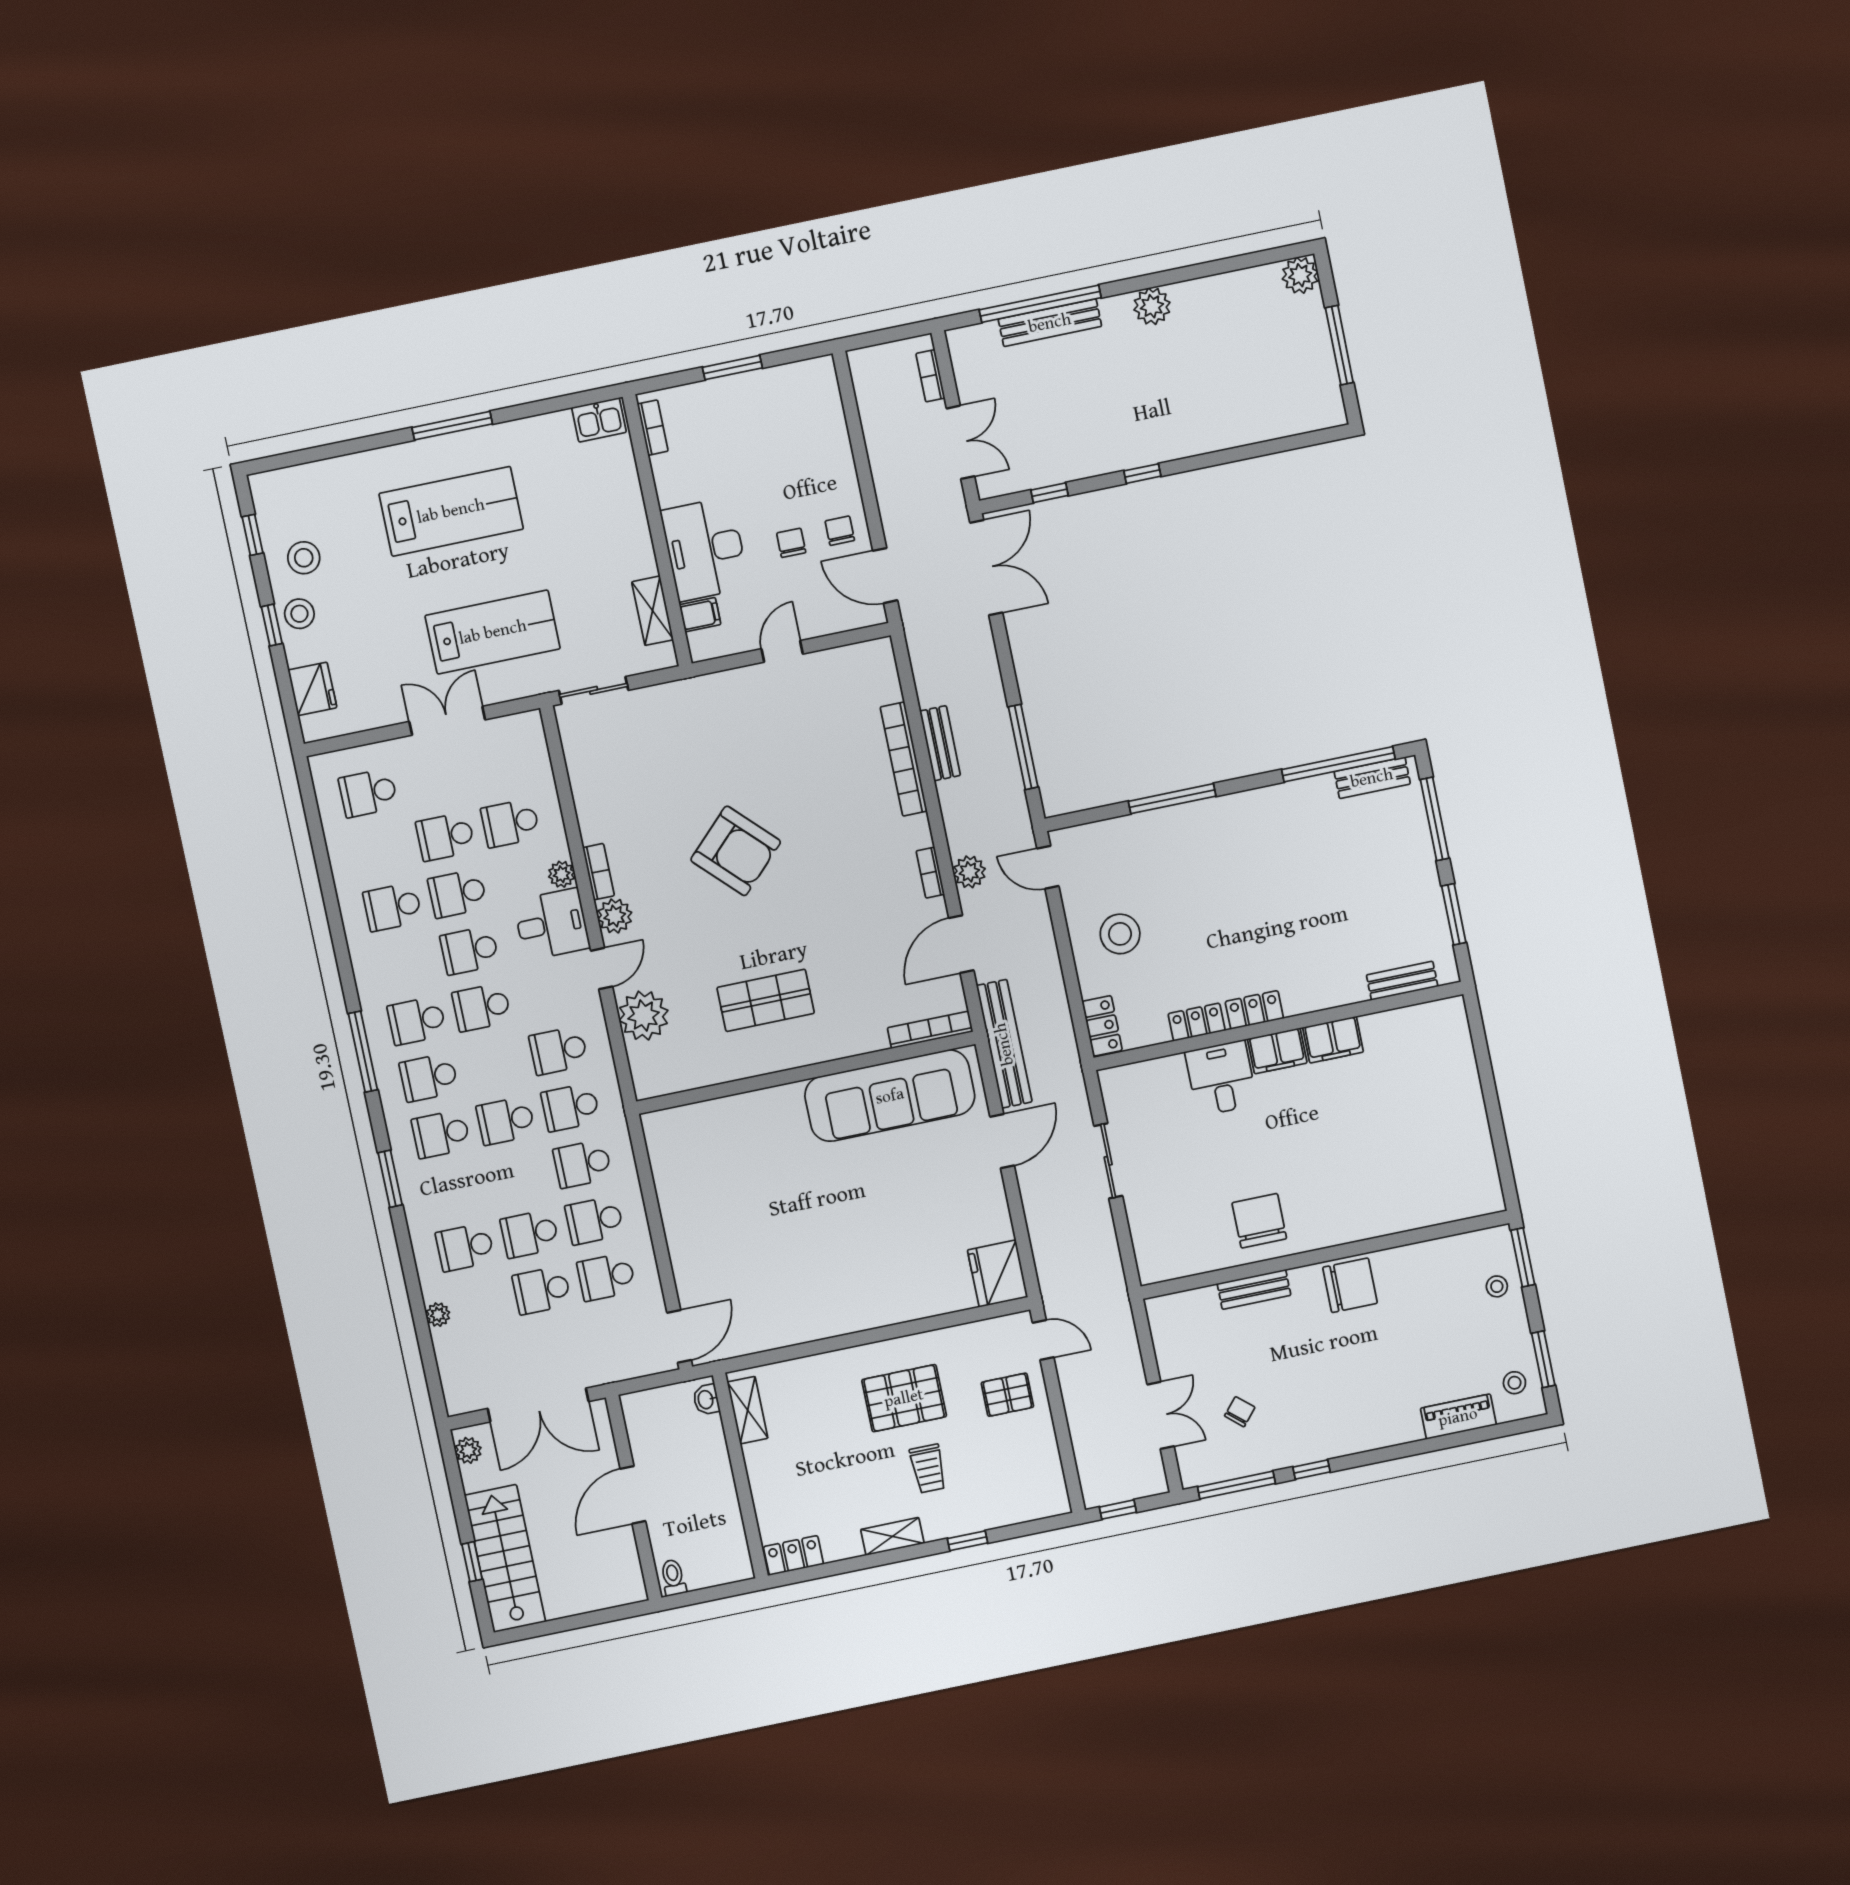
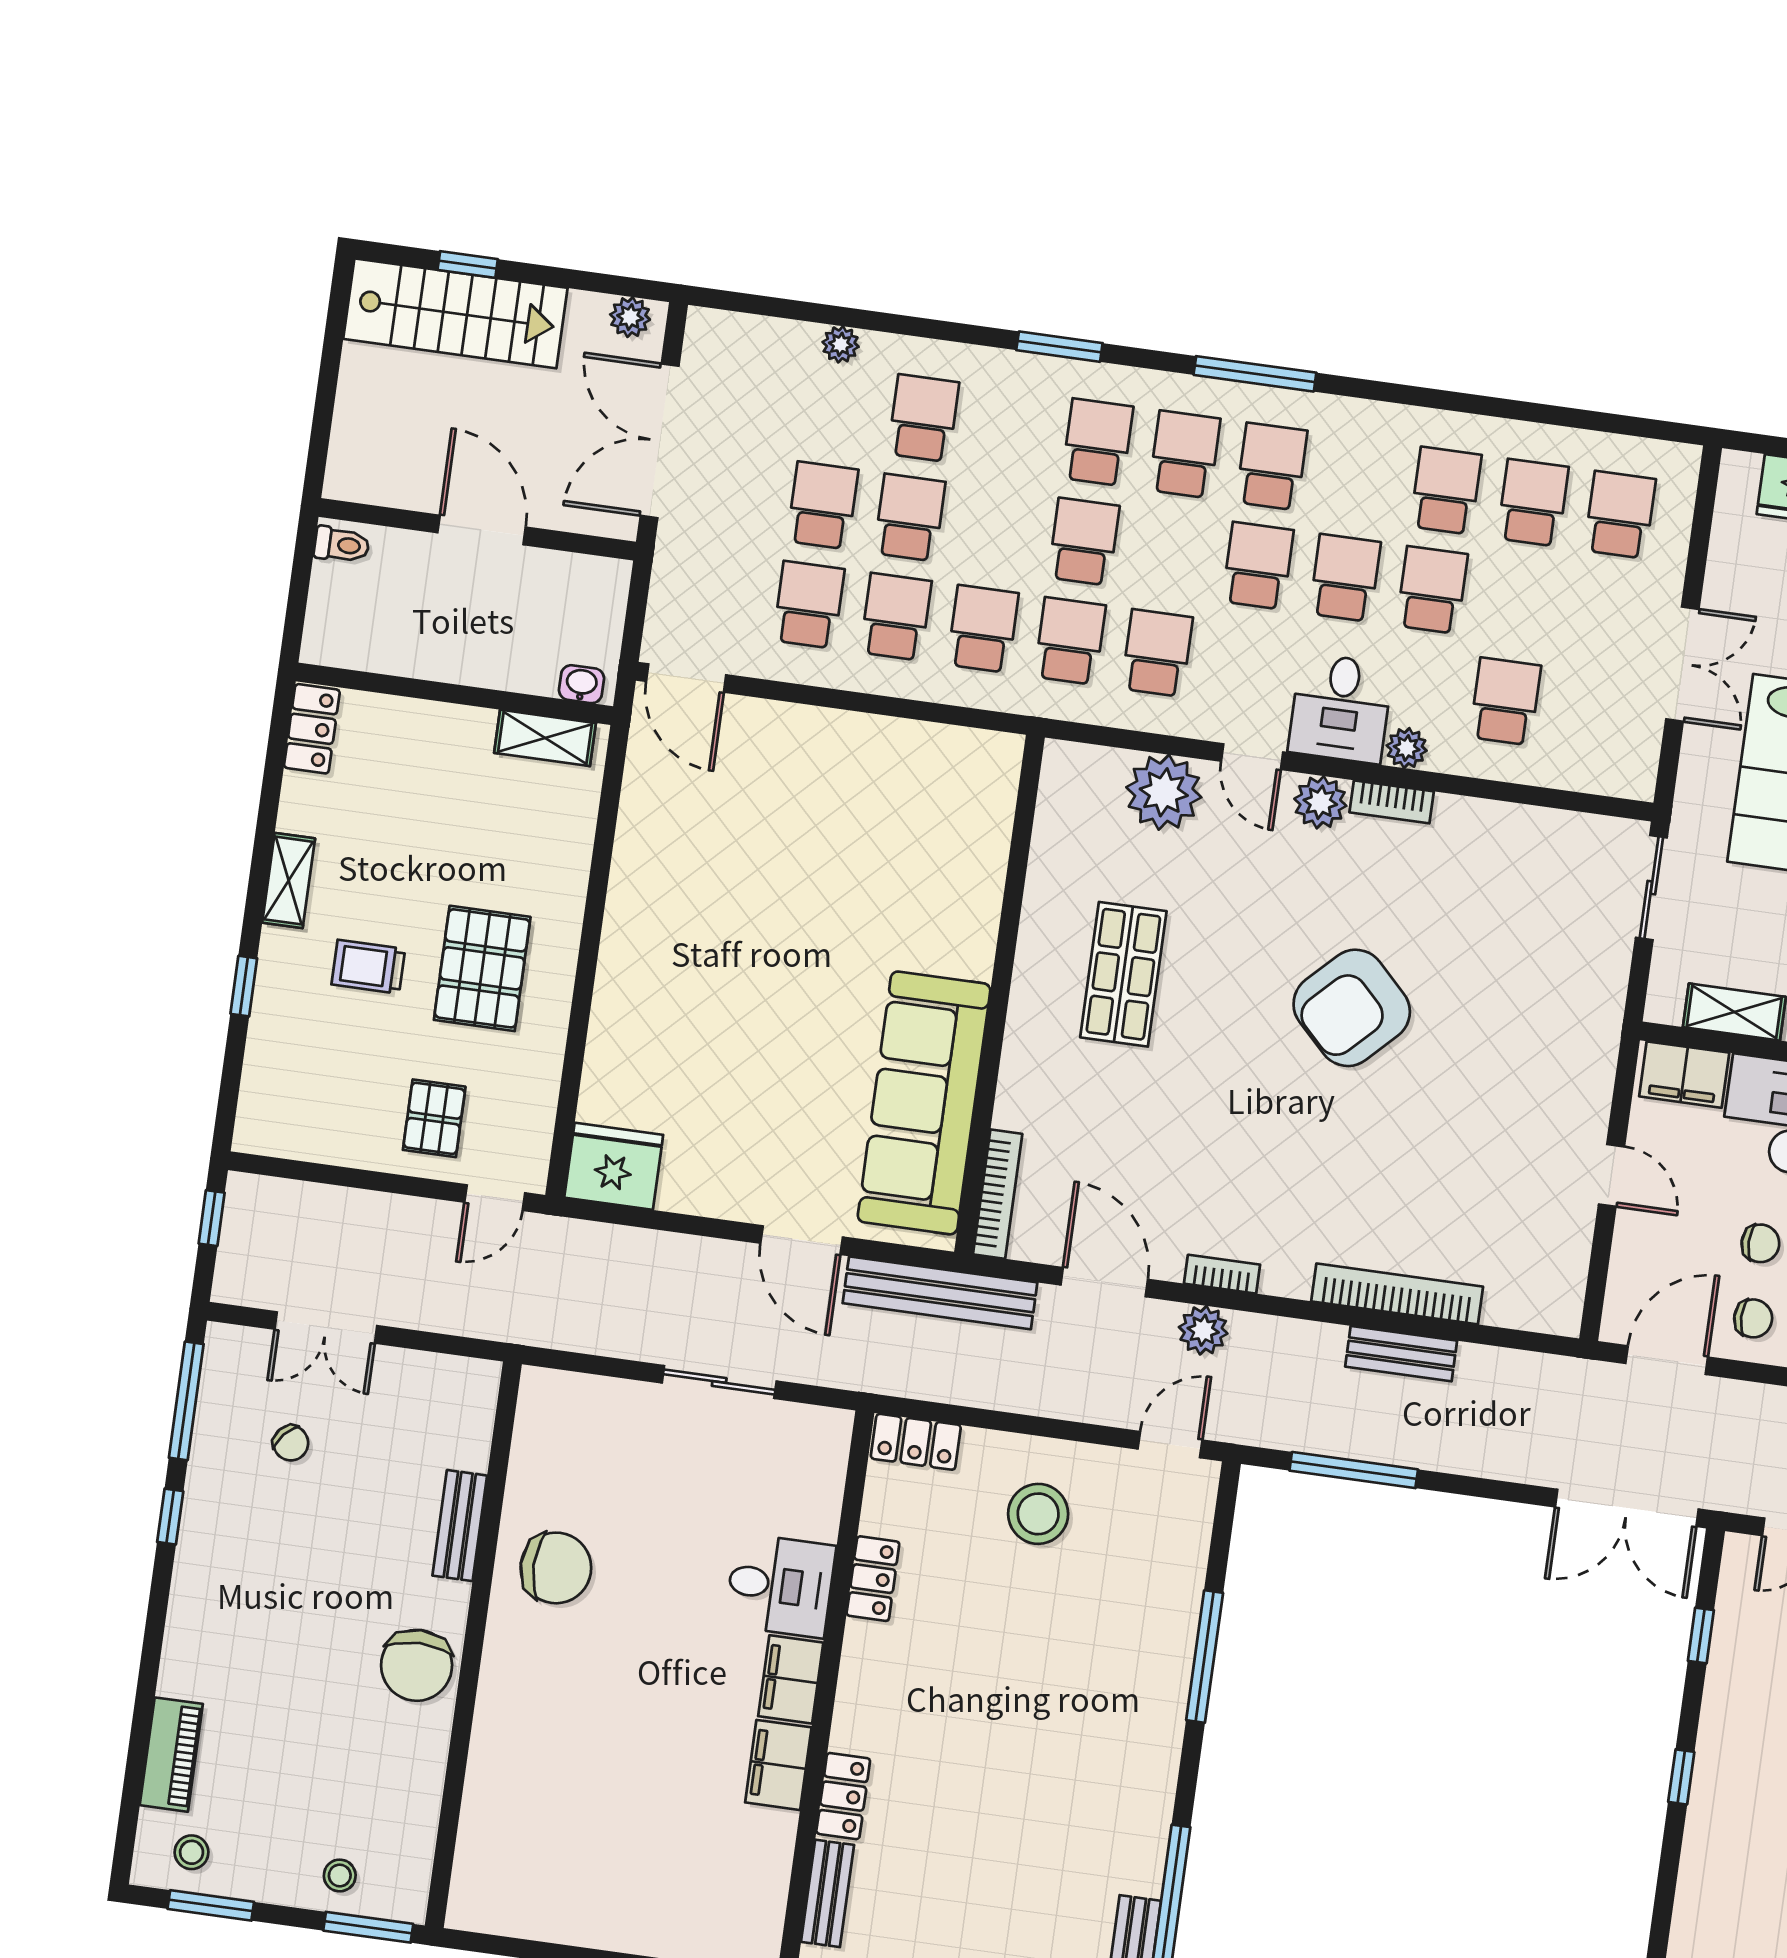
filing cabinet: (700, 615) -> (1684, 1075), width x2.00
school desk: (445, 837) -> (1533, 503), moved
locker: (1254, 1010) -> (843, 1796), moved

